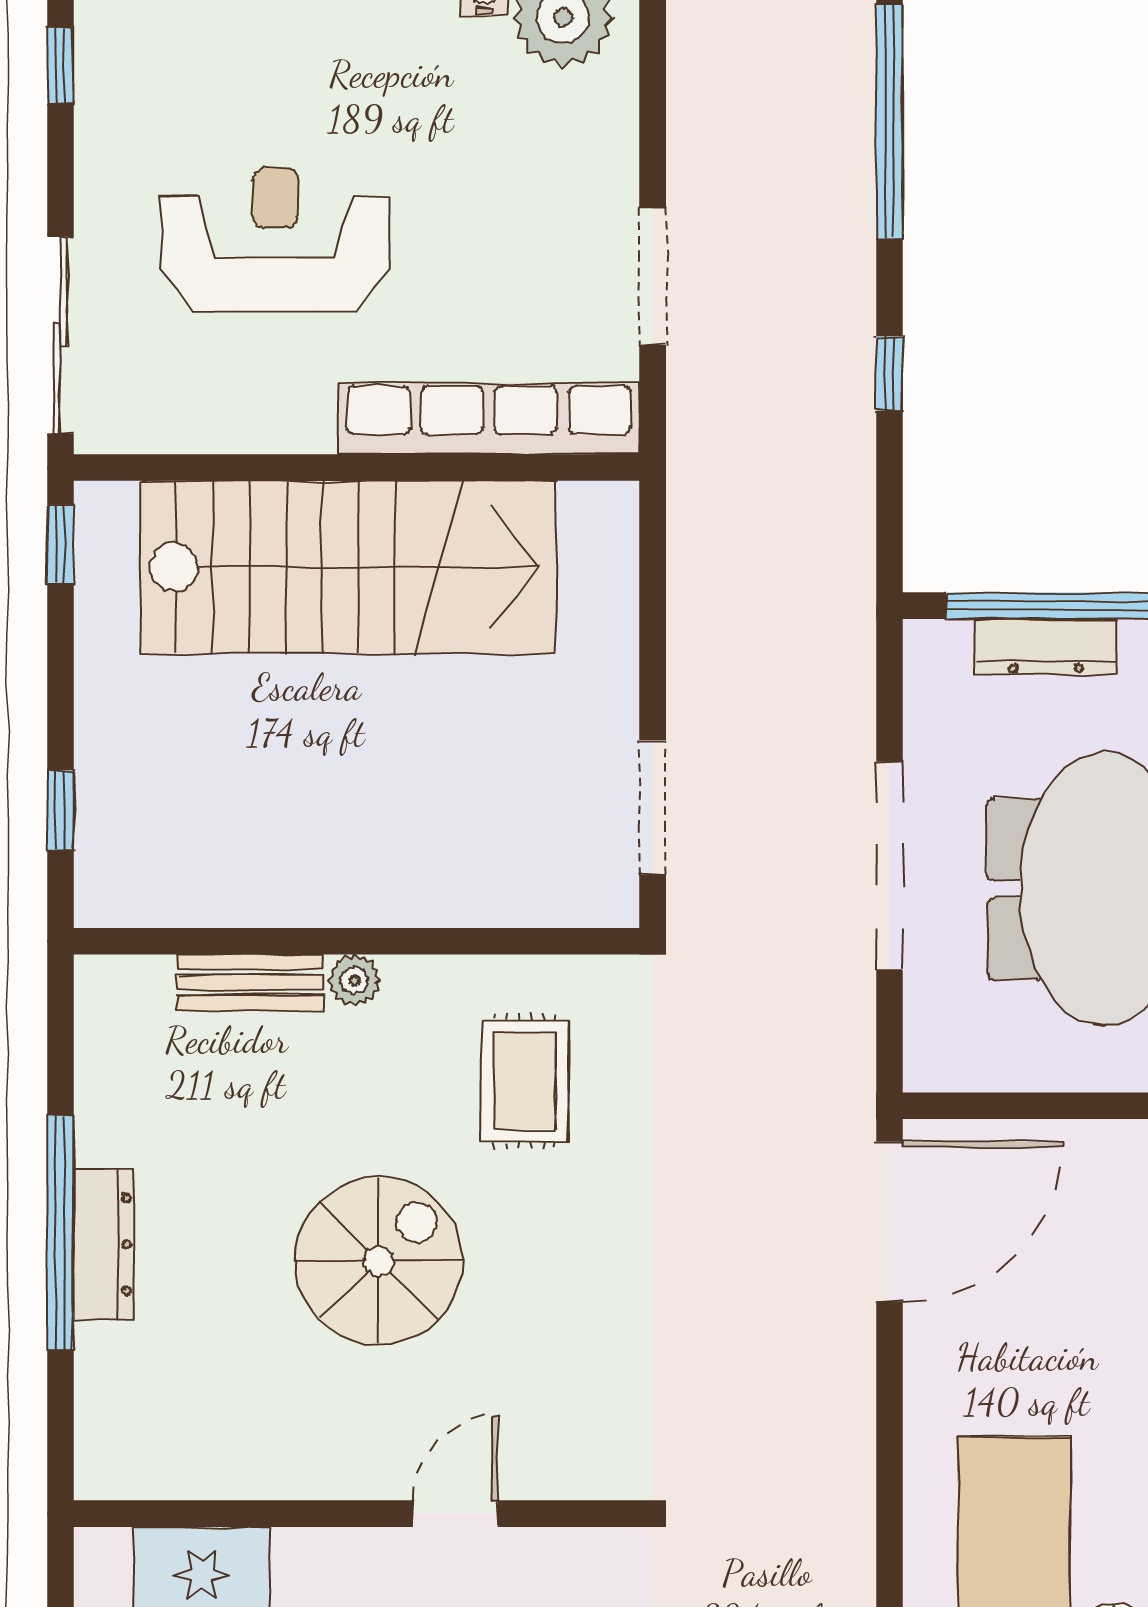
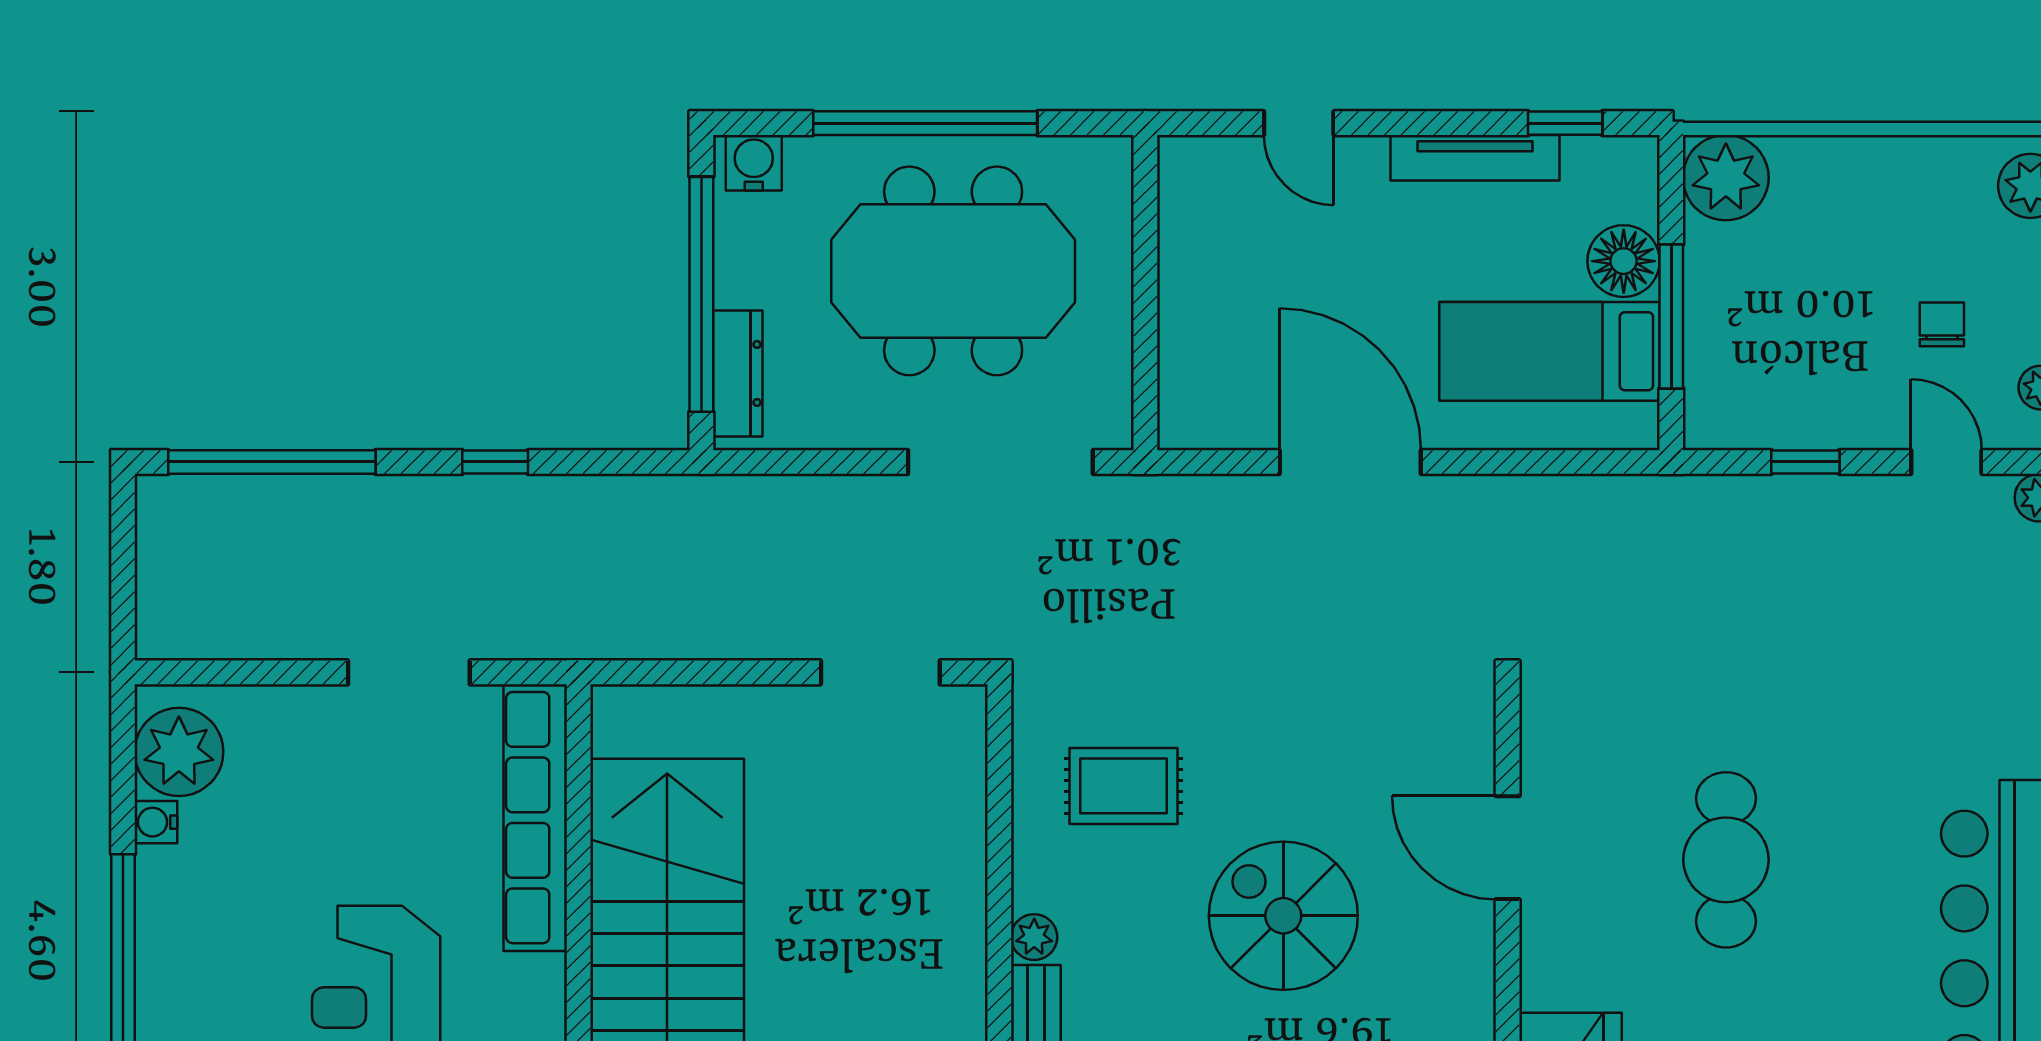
dresser: (1046, 647) -> (738, 373), moved
doorway: (890, 866) -> (1000, 462), moved
door: (890, 1221) -> (1350, 462), moved
door: (455, 1514) -> (1508, 848), width x1.38

